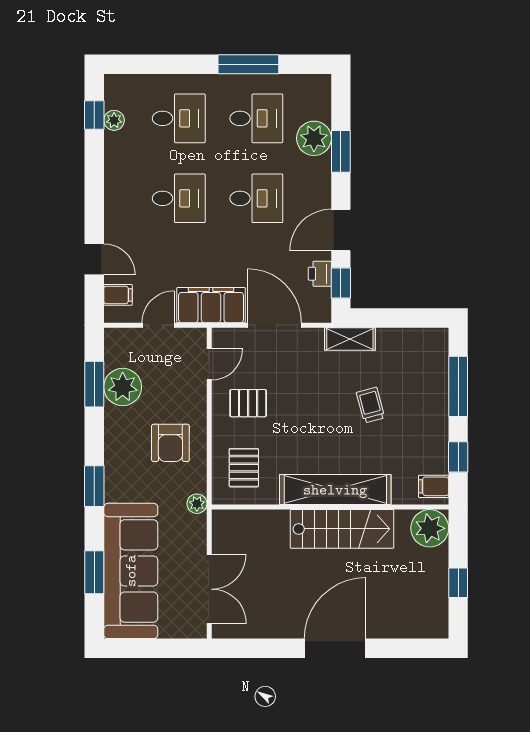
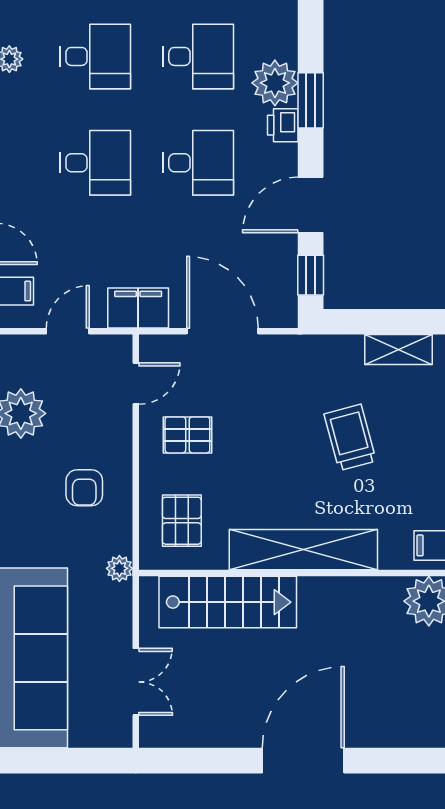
printer: (320, 274) -> (283, 125), moved
filing cabinet: (211, 305) -> (138, 308), width x0.67, depth x0.86
shelving: (350, 339) -> (398, 350), moved
trolley: (371, 405) -> (350, 437), width x1.36, depth x1.39
armchair: (170, 443) -> (84, 488), width x0.72, depth x0.72
stairs: (342, 529) -> (228, 602), moved
double door: (209, 589) -> (136, 682), width x0.73

